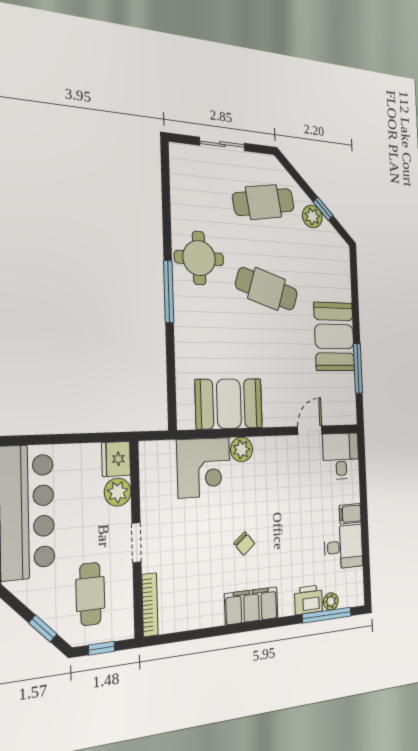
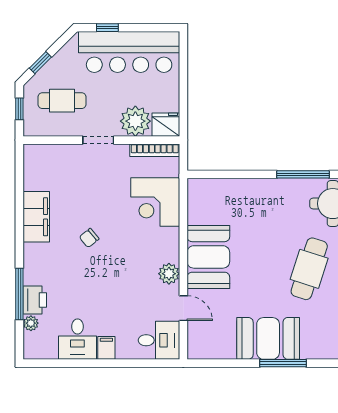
window: (358, 368) -> (283, 363), moved
booth: (229, 404) -> (208, 257), moved
plant: (242, 449) -> (169, 274), moved
plant: (118, 492) -> (135, 121), width x1.36, depth x1.36
bookcase: (150, 605) -> (155, 150), moved
filing cabinet: (251, 606) -> (36, 217), moved
window: (327, 615) -> (19, 294), moved

